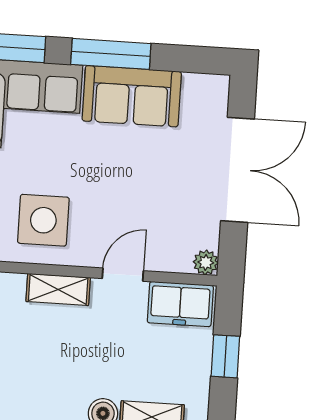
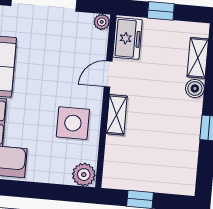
door: (123, 275) -> (108, 74), hinge flipped

